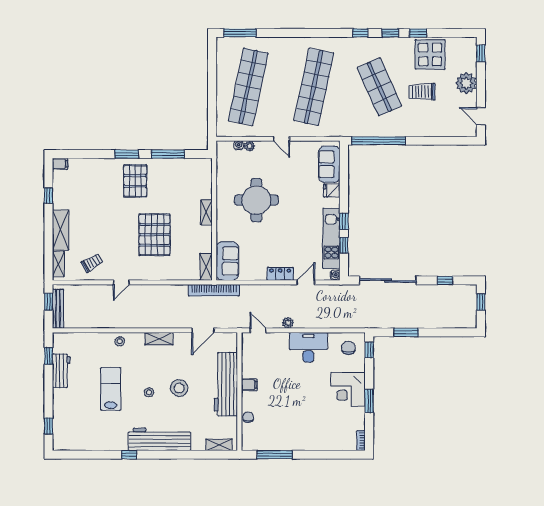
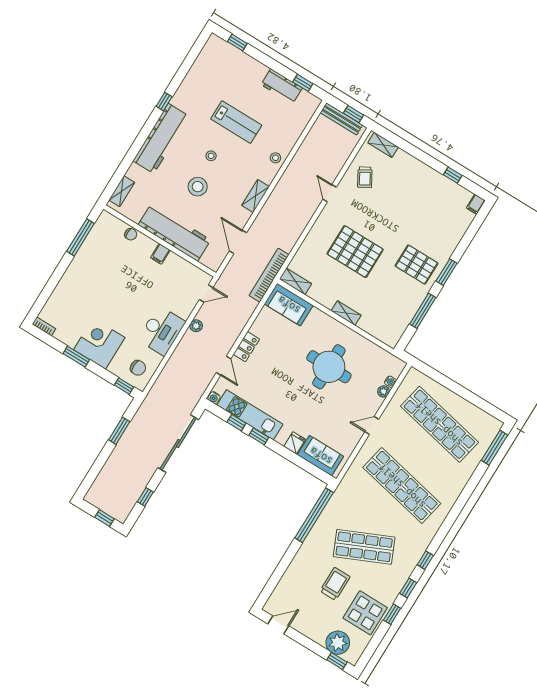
plant: (466, 83) -> (338, 643), moved
shelving: (61, 230) -> (414, 167), removed

